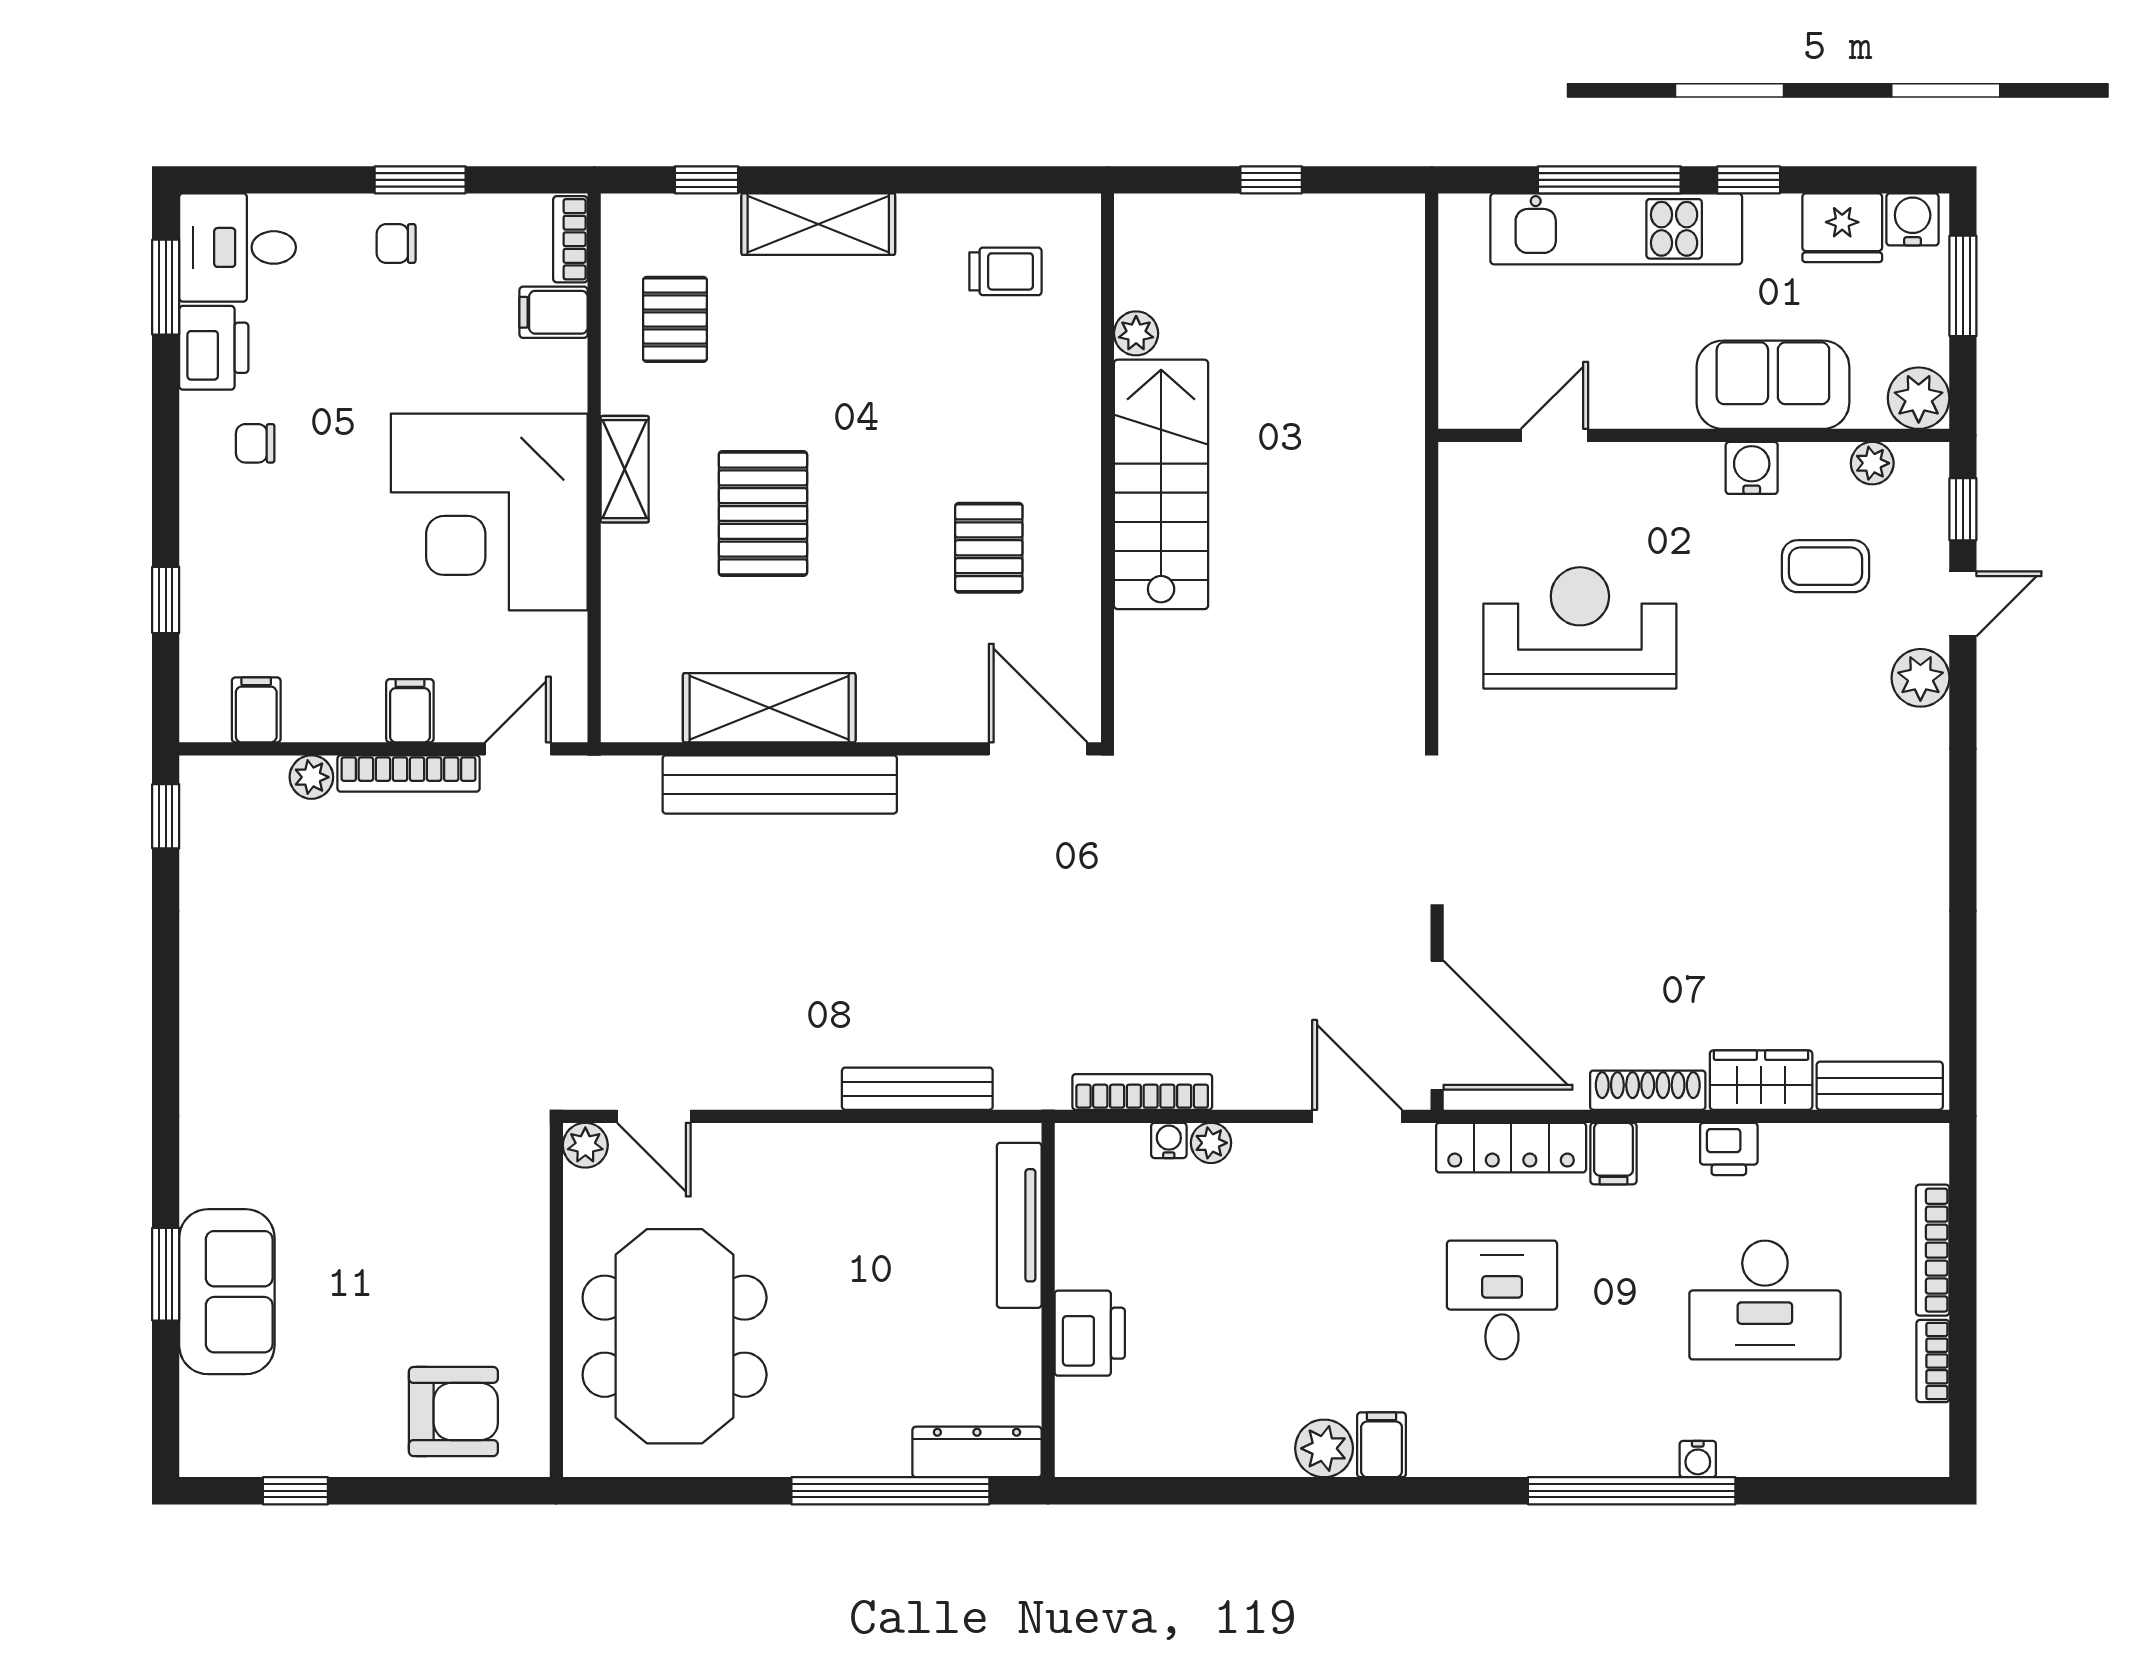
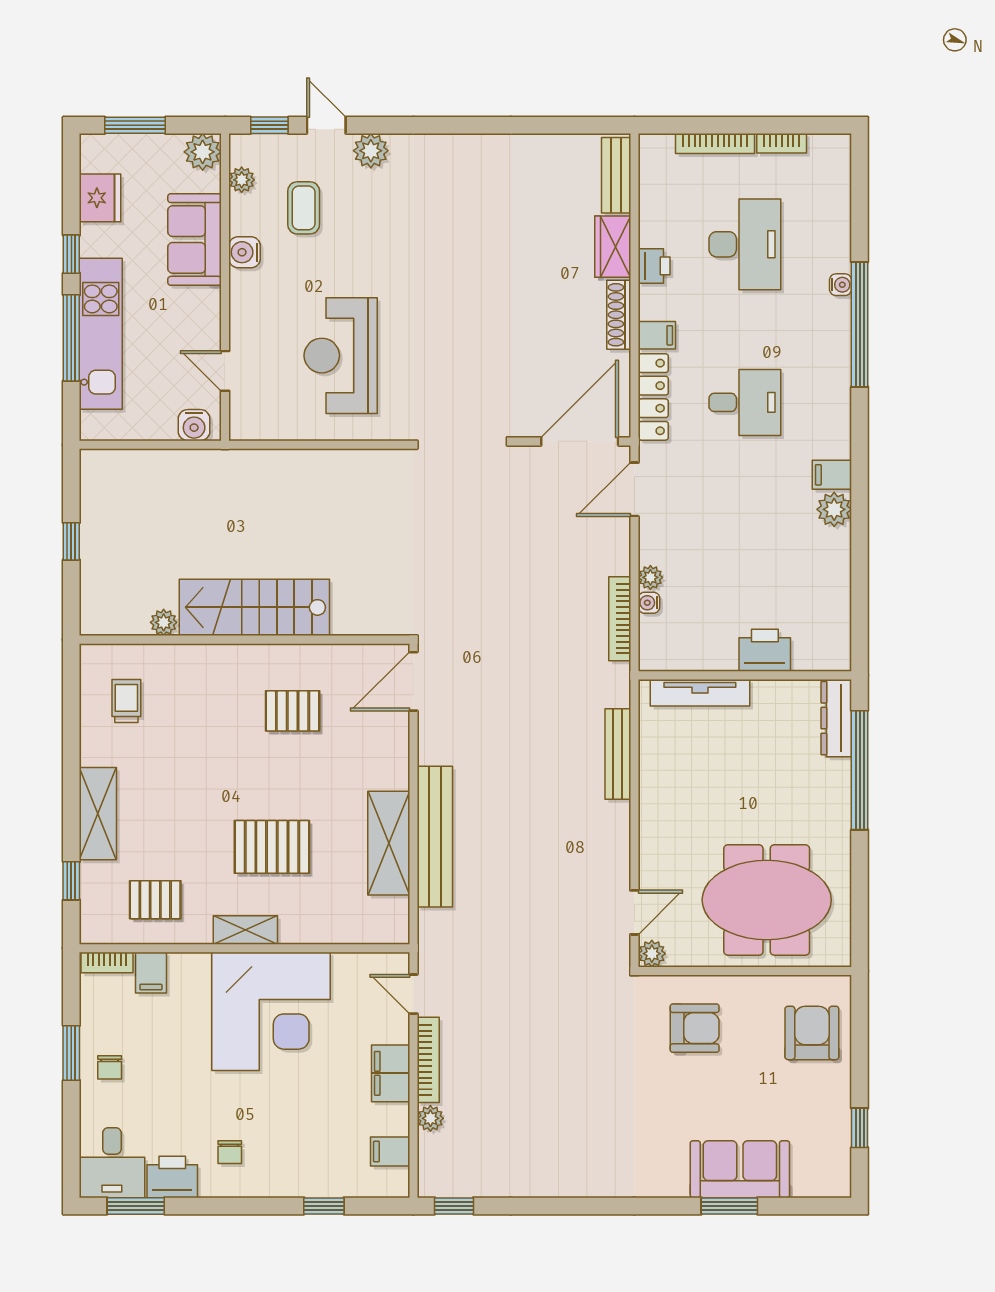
water cooler: (1913, 219) -> (194, 425), moved, turned -90
filing cabinet: (410, 711) -> (391, 1073), width x2.00
armchair: (461, 1216) -> (695, 1028), added
desk: (1502, 1300) -> (745, 402), turned 180

